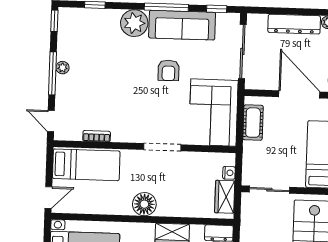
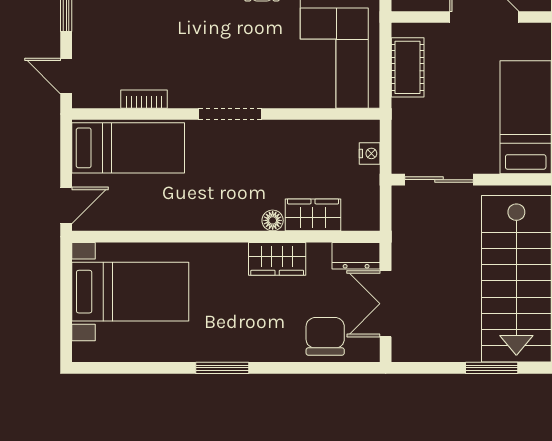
doorway: (162, 147) -> (230, 114), moved
wardrobe: (225, 197) -> (313, 215), moved, turned 90
floor lamp: (144, 204) -> (273, 220), moved, width x0.53, depth x0.53

